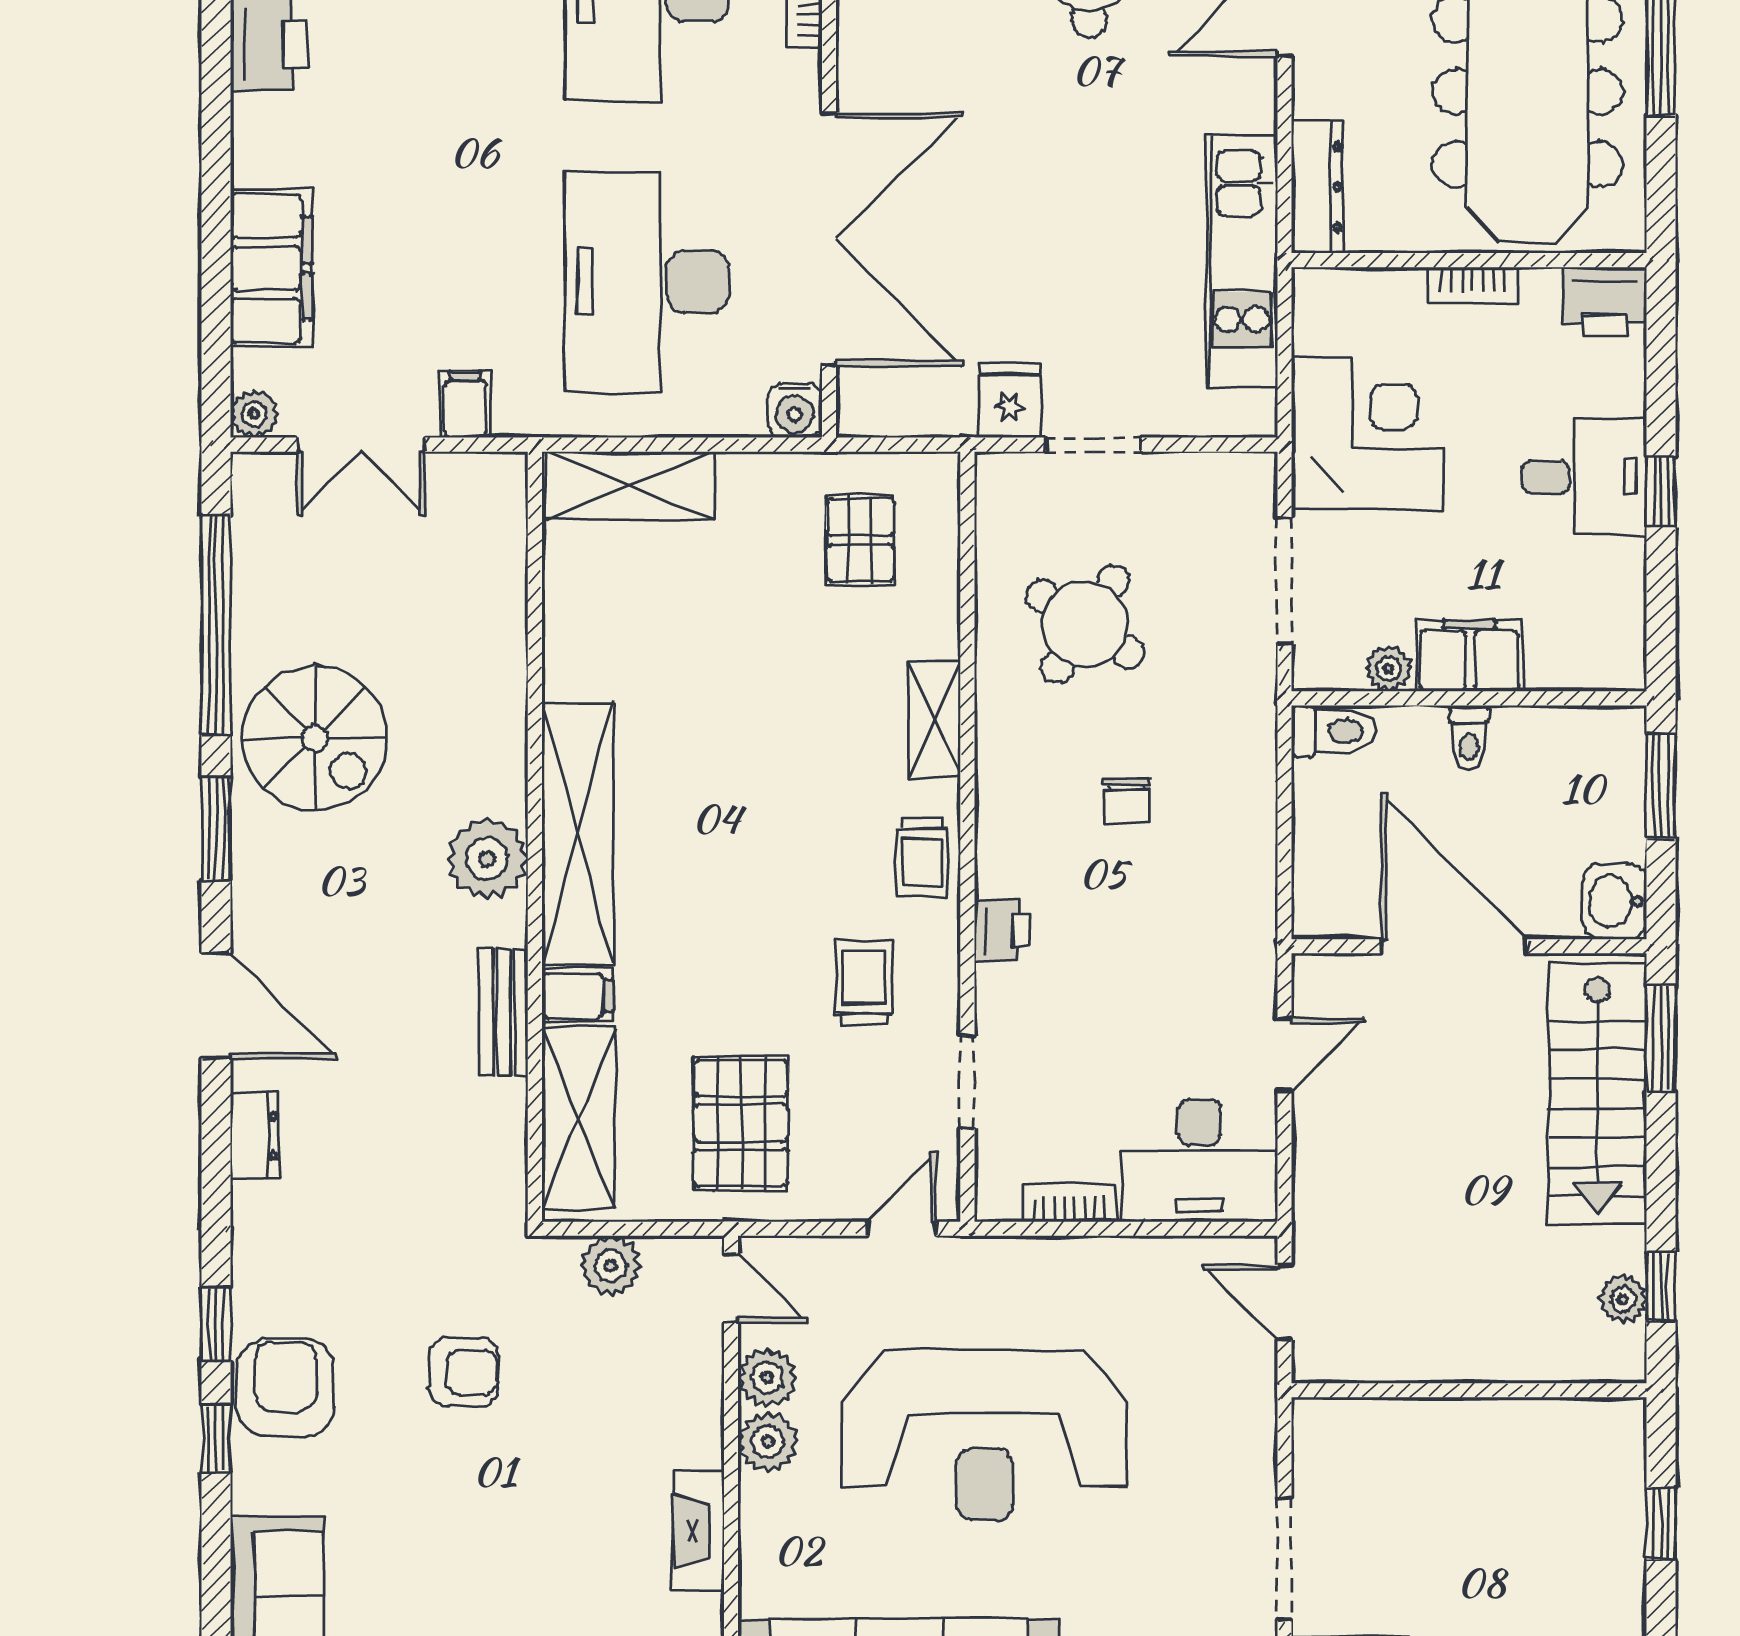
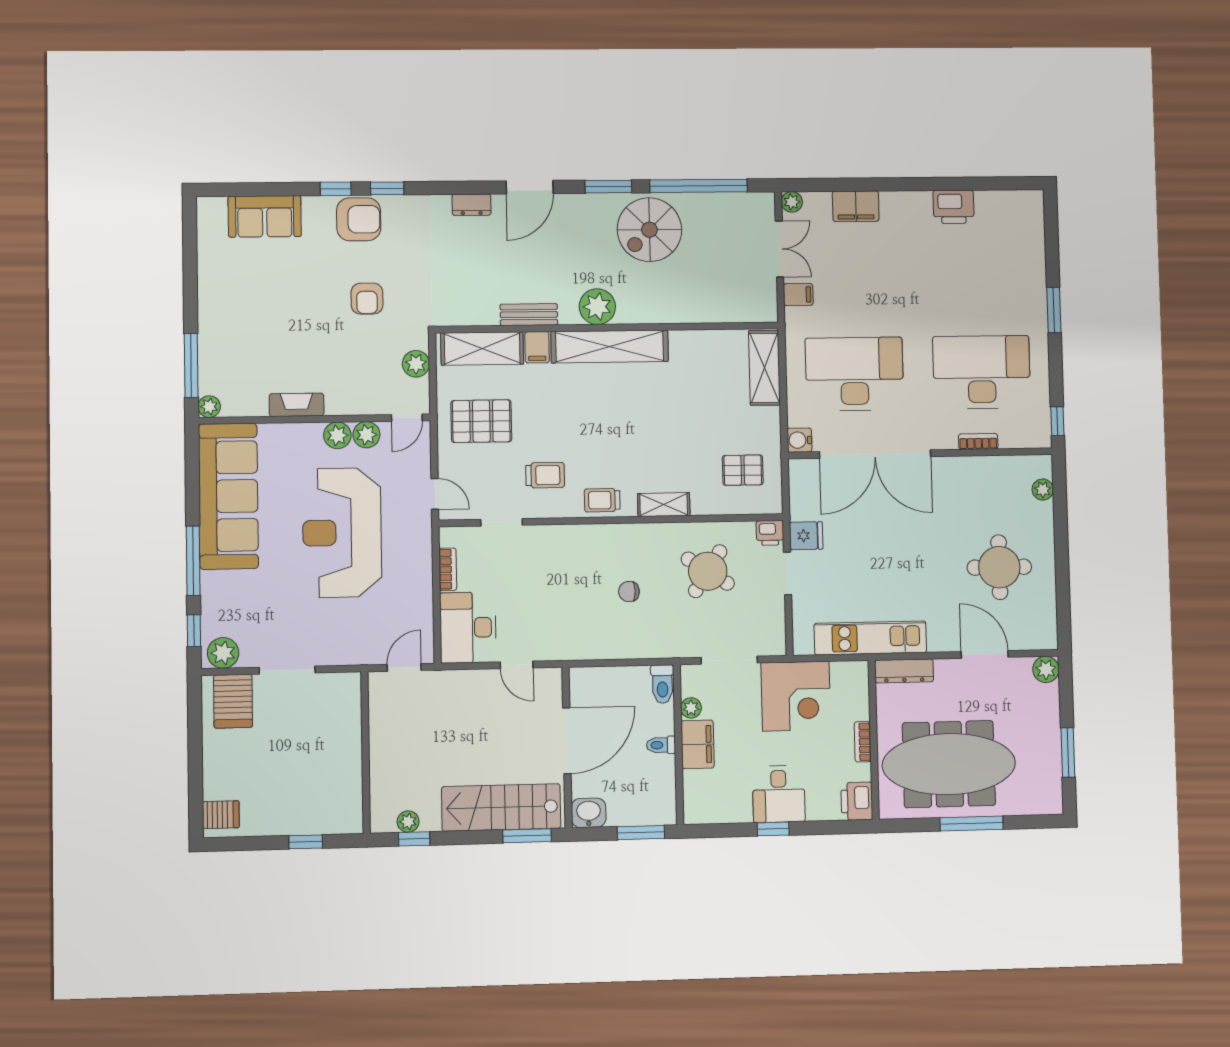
filing cabinet: (271, 268) -> (856, 206), width x0.67, depth x0.86
double door: (361, 445) -> (779, 249), swing flipped
printer: (1002, 930) -> (770, 533), moved

